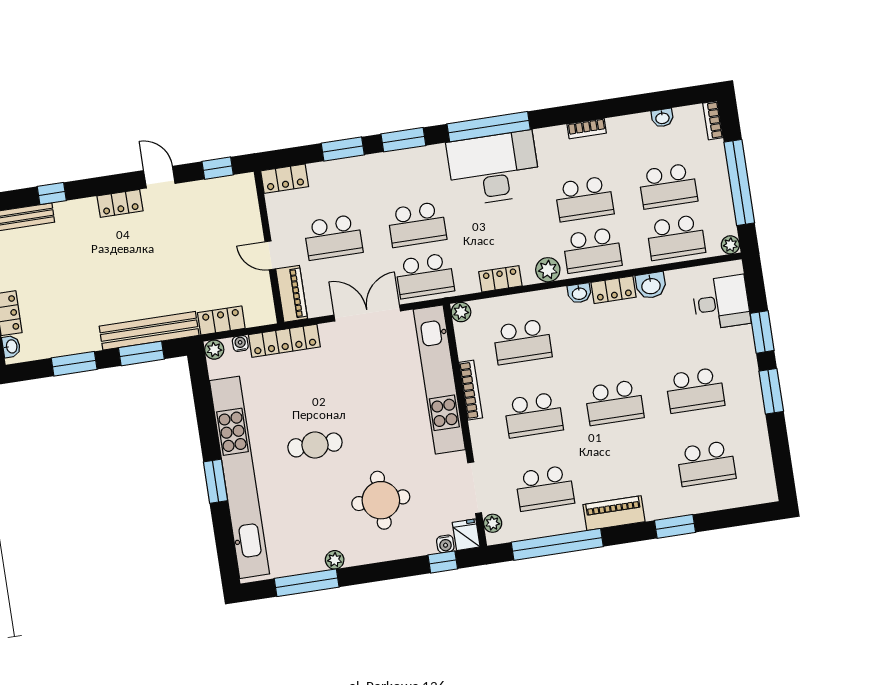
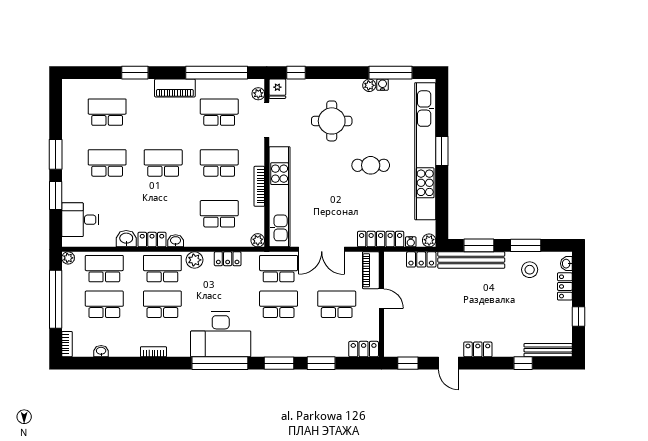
stool: (63, 330) -> (530, 270), added
water cooler: (445, 544) -> (383, 85), moved

